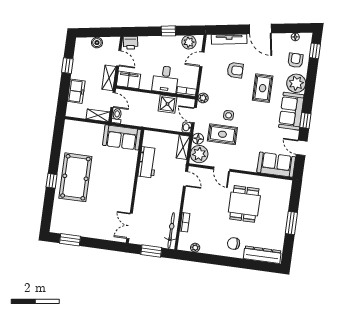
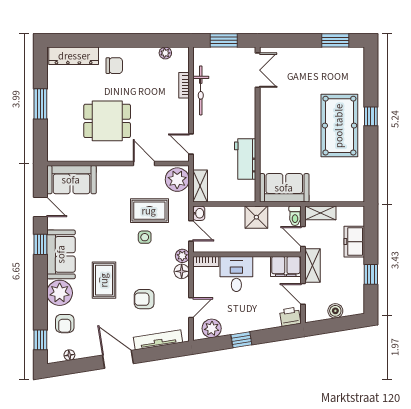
shower: (168, 104) -> (256, 217), moved
floor lamp: (198, 139) -> (182, 271), moved
dining table: (244, 204) -> (107, 121), turned 90
bicycle: (171, 231) -> (201, 90), moved

